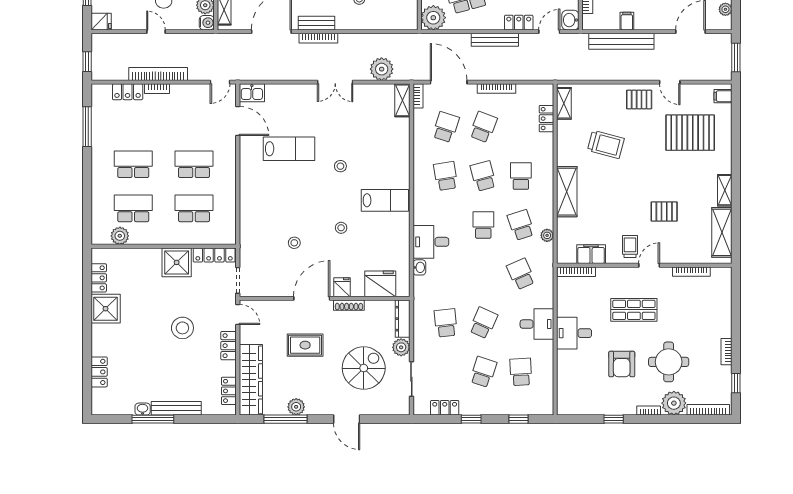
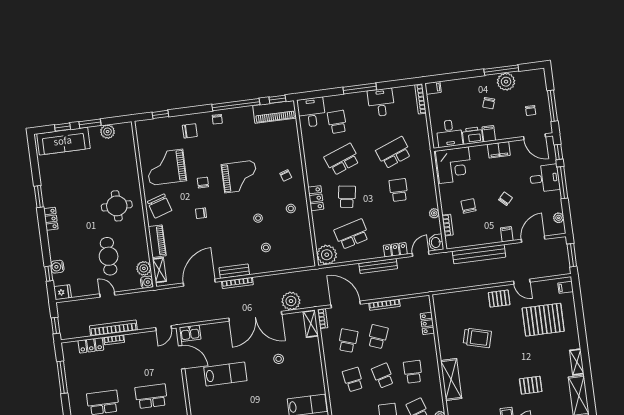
filing cabinet: (627, 21) -> (507, 234), moved
double door: (335, 82) -> (255, 316), width x1.87
shelving: (564, 103) -> (440, 309), removed
stool: (340, 166) -> (279, 359), moved

